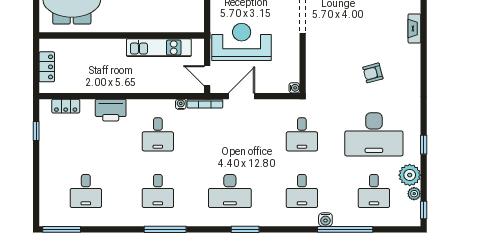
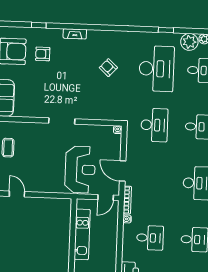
reception desk: (242, 42) -> (80, 169), turned 180
armchair: (373, 73) -> (108, 68), turned 148
desk: (302, 134) -> (154, 125), width x1.37

